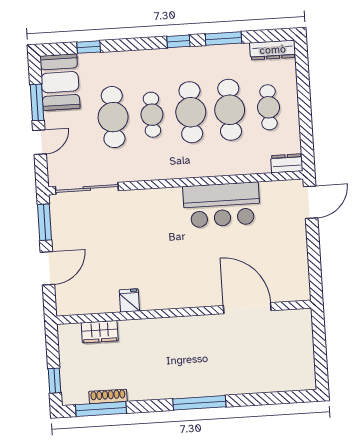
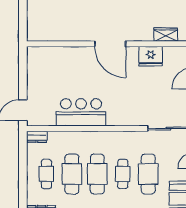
fridge: (129, 300) -> (151, 56), width x1.88, depth x1.34
door: (247, 308) -> (110, 44), moved

